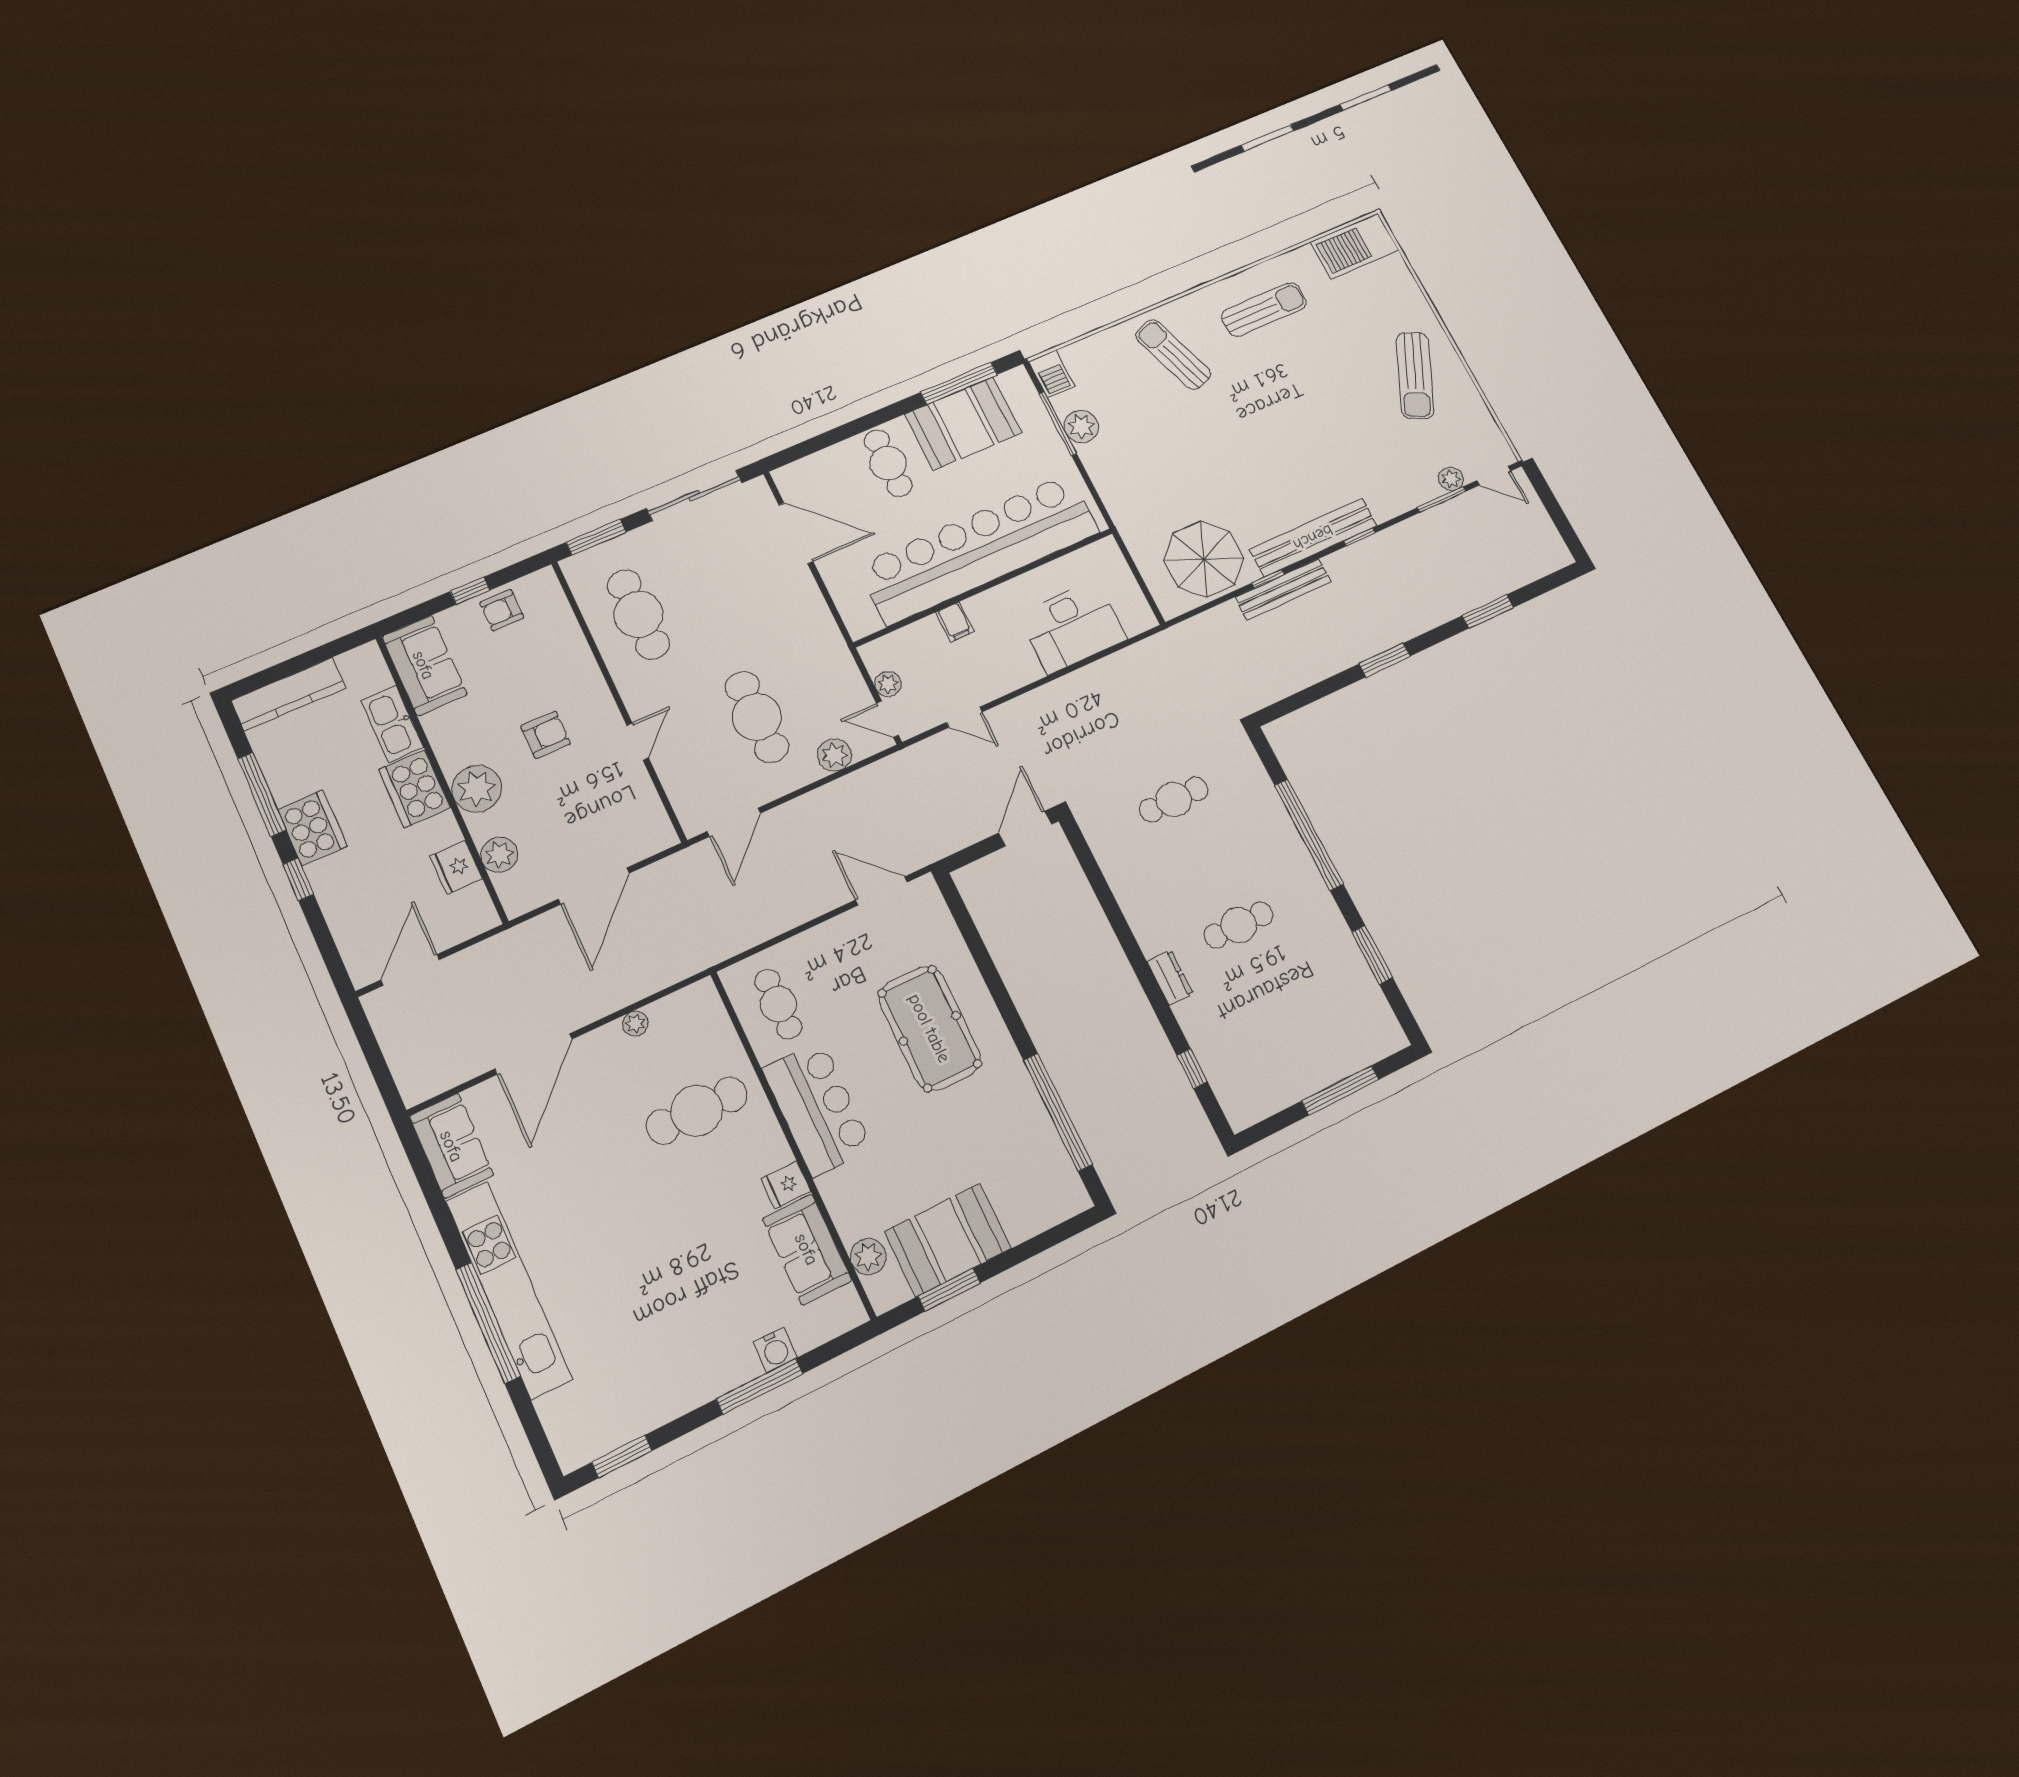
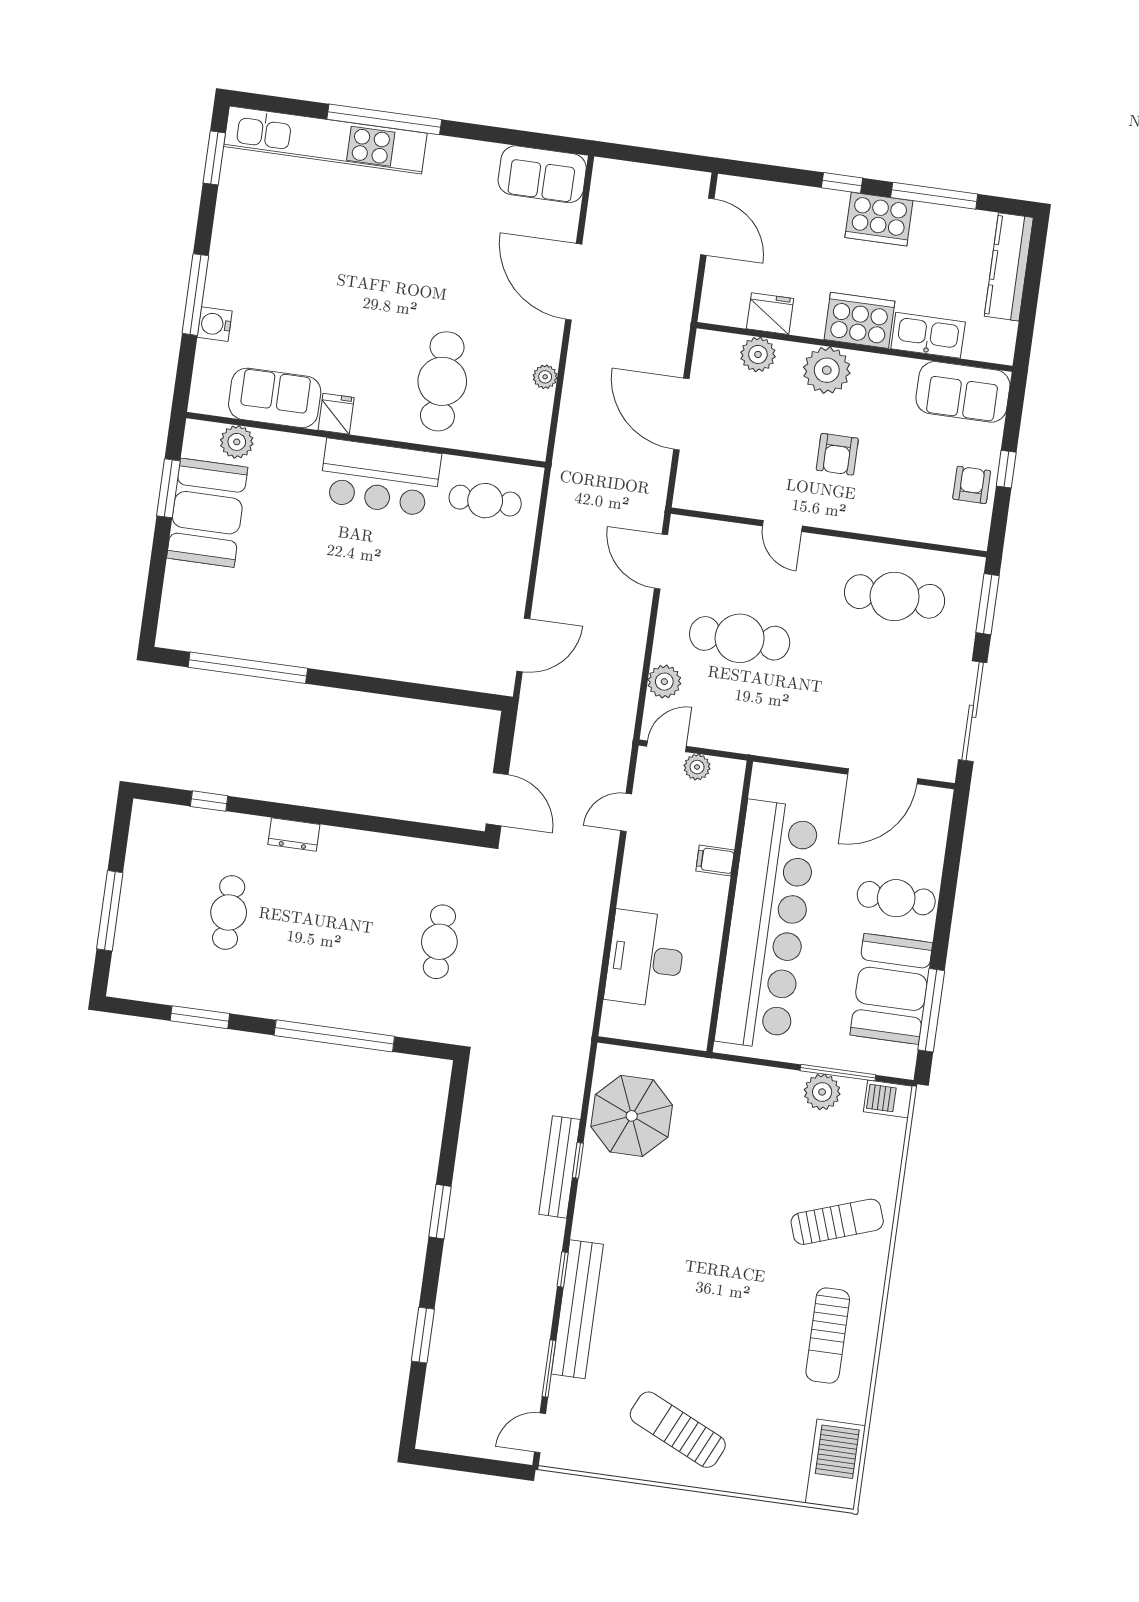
plant: (1451, 479) -> (562, 1392), removed
bench: (1313, 538) -> (577, 1309), moved
cafe table: (1239, 925) -> (229, 912), moved
pool table: (930, 1028) -> (384, 610), removed
kitchen unit: (509, 1290) -> (325, 140), moved

